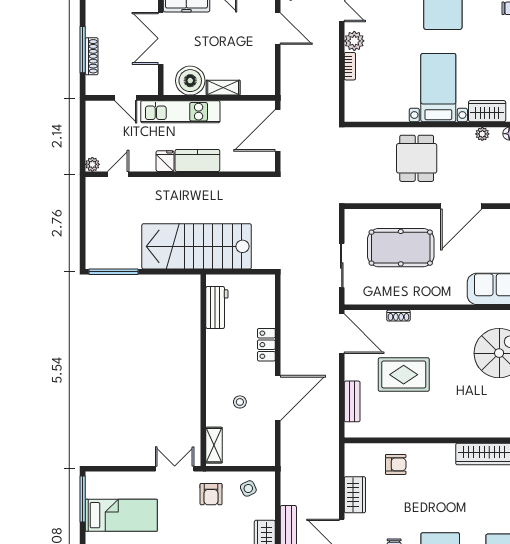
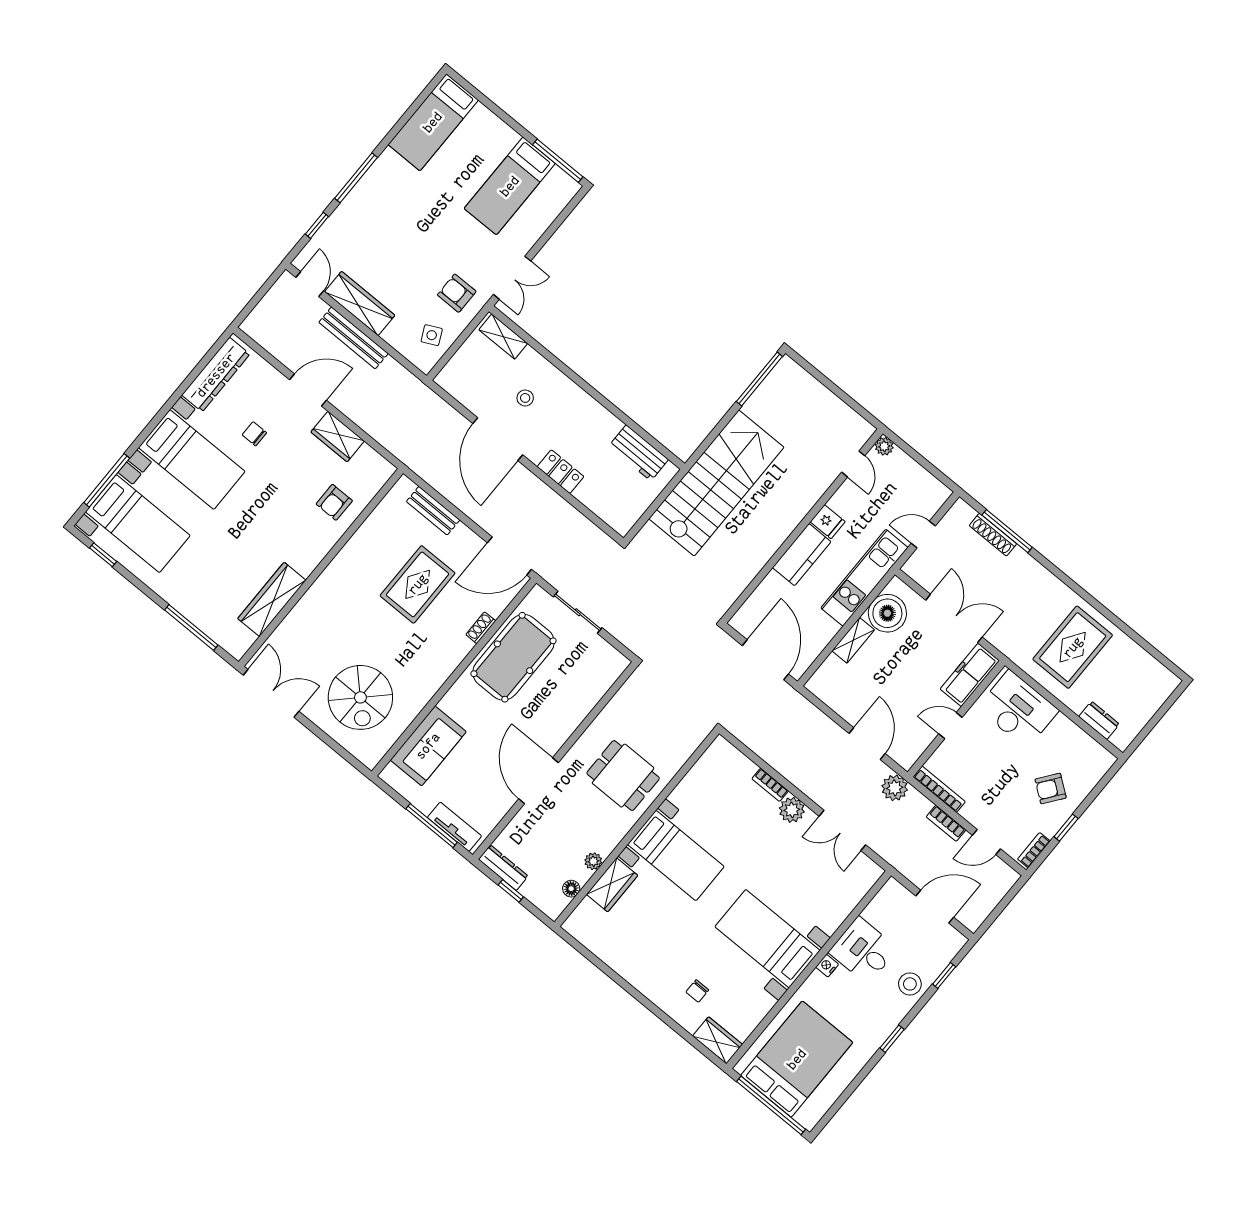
door: (278, 29) -> (867, 744), swing flipped
pool table: (401, 248) -> (514, 657), moved

